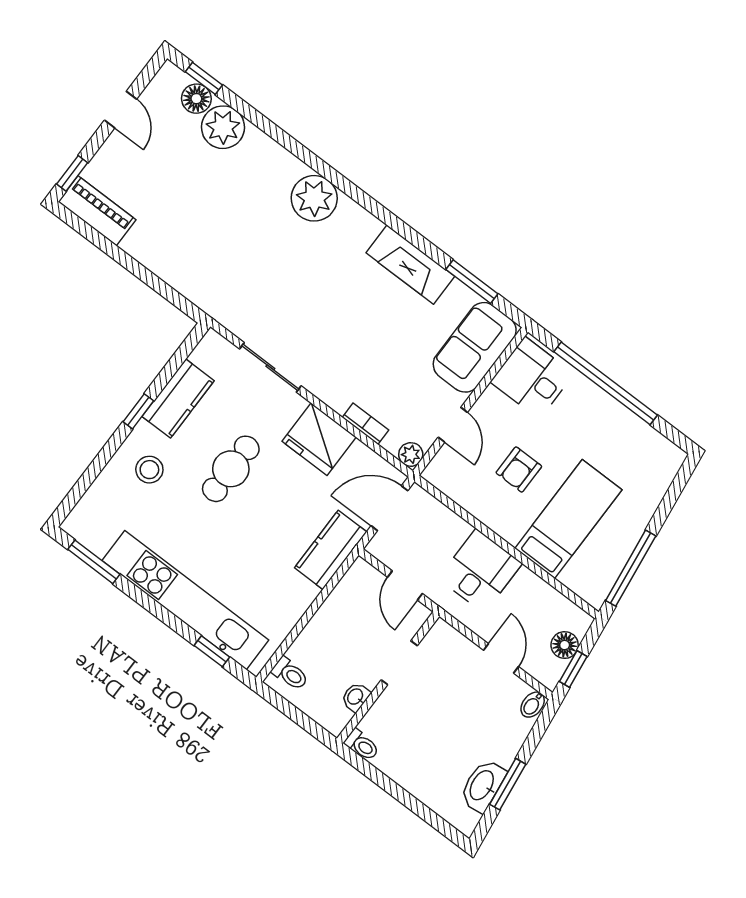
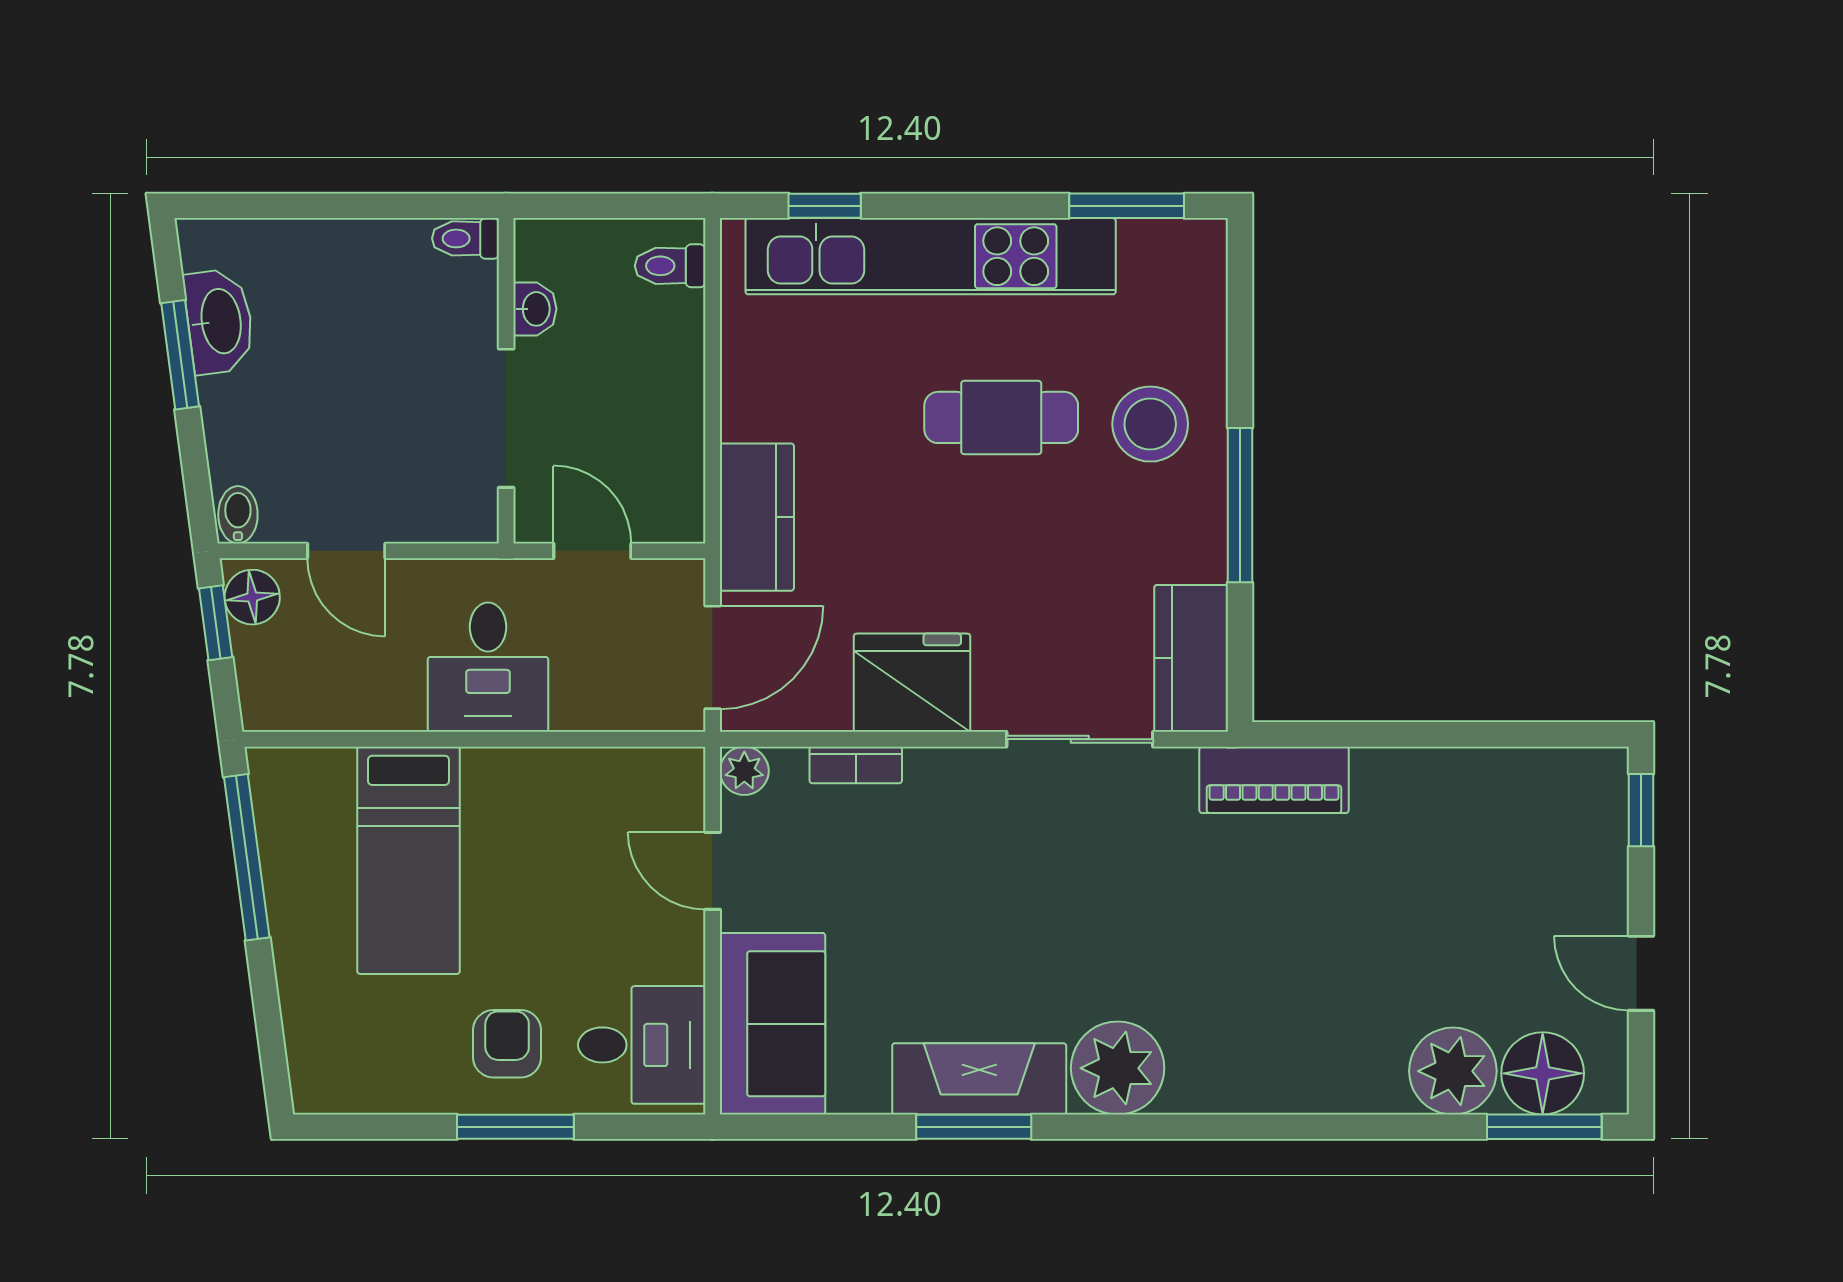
window: (204, 78) -> (1544, 1127), width x1.50
floor lamp: (196, 99) -> (1543, 1073), width x1.38, depth x1.38
plant: (314, 198) -> (1118, 1068), moved
piano: (97, 211) -> (1274, 780), moved
window: (472, 282) -> (974, 1127), moved
window: (606, 383) -> (515, 1127), width x0.47
kitchen counter: (178, 399) -> (1191, 658), moved
window: (138, 411) -> (1240, 505), width x2.17
cafe table: (231, 469) -> (1001, 417), moved, turned 90
armchair: (519, 469) -> (507, 1044), moved
stool: (149, 470) -> (1150, 424), width x1.38, depth x1.38
floor lamp: (565, 645) -> (252, 597), moved
doorway: (399, 663) -> (506, 418), width x1.38

